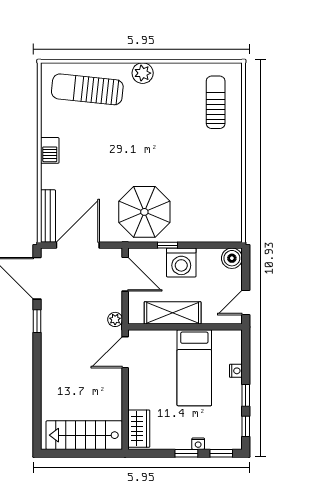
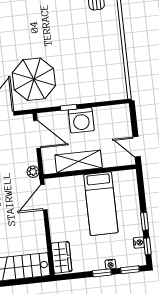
parasol: (144, 212) -> (34, 79), moved
boiler: (232, 258) -> (121, 112), removed
door: (246, 303) -> (137, 147), hinge flipped
nightstand: (236, 371) -> (139, 243), moved

